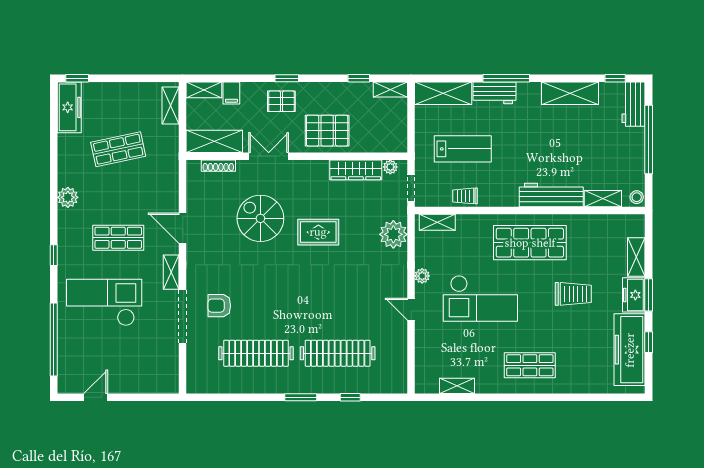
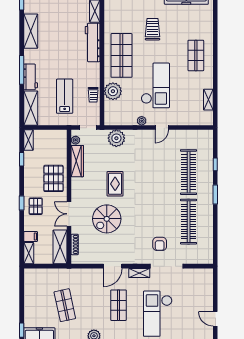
shelving: (171, 105) -> (38, 273), removed
shelving: (437, 222) -> (109, 112), removed
plant: (471, 229) -> (113, 91), added

